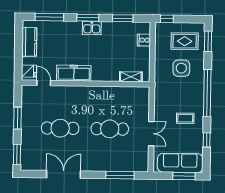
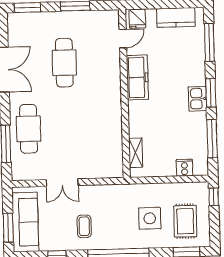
window: (123, 18) -> (212, 139), width x1.44
cafe table: (110, 129) -> (29, 129), moved

